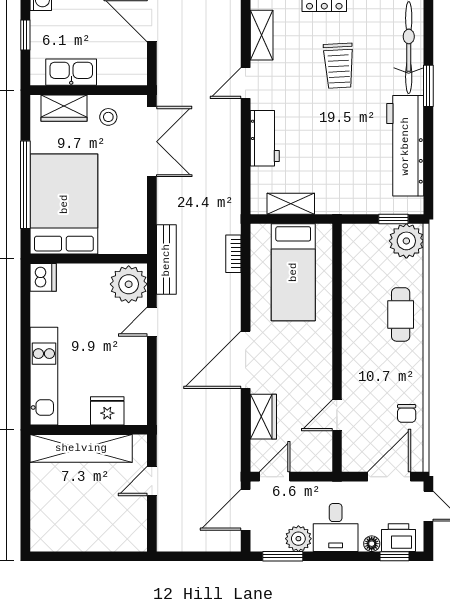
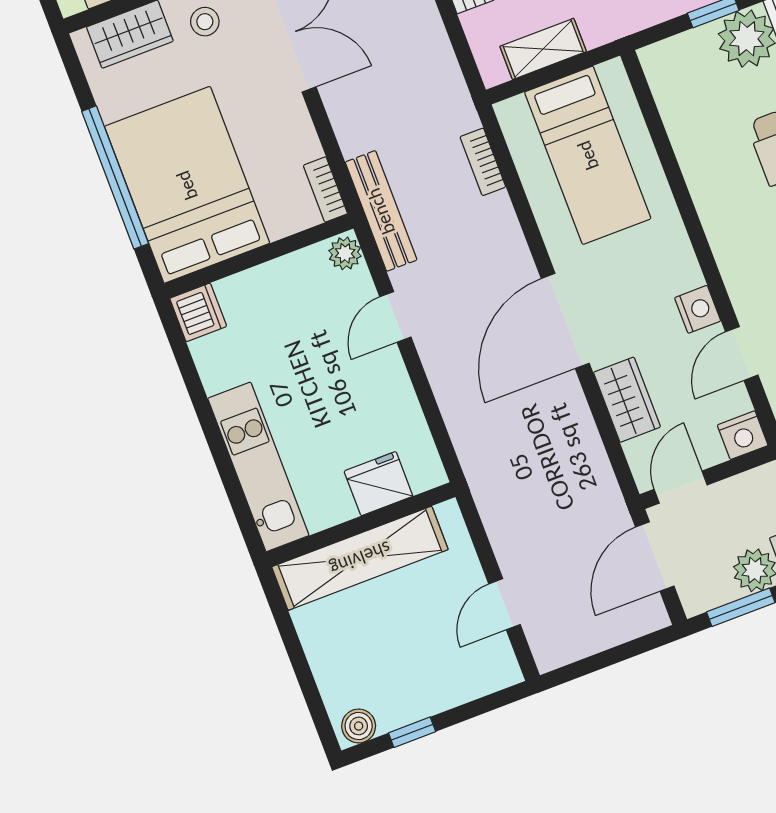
bookcase: (140, 236) -> (325, 189), added
plant: (129, 284) -> (345, 253), width x0.53, depth x0.53
nightstand: (322, 381) -> (698, 309), added
nightstand: (320, 461) -> (743, 435), added
door: (152, 481) -> (505, 604), moved
boiler: (45, 542) -> (359, 726), added
window: (73, 556) -> (412, 732), added

